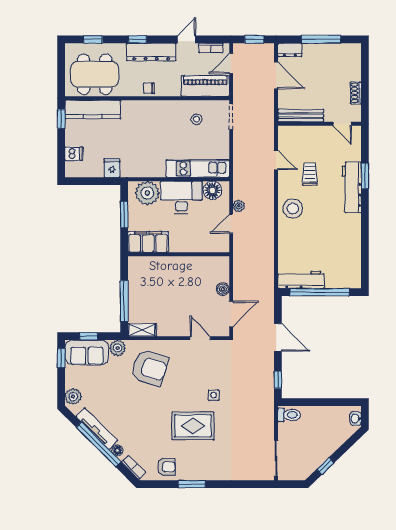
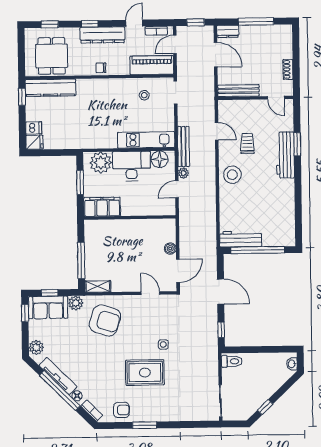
dining table: (95, 74) -> (52, 56), width x0.73
fridge: (112, 168) -> (34, 142), moved, turned 90
bench: (239, 177) -> (184, 147), added

